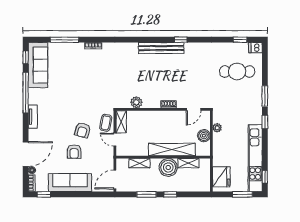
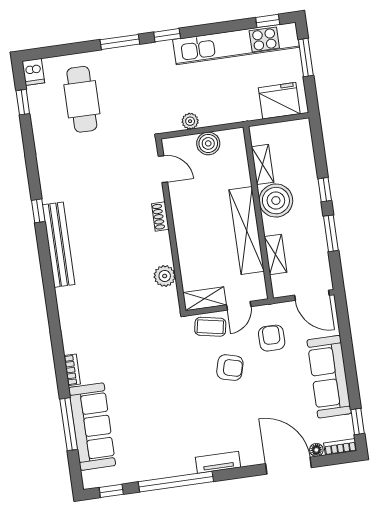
sofa: (38, 65) -> (92, 427), moved, turned 90
shelving: (172, 150) -> (247, 230), moved
armchair: (74, 152) -> (272, 338), moved, turned -90

